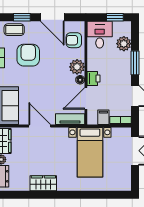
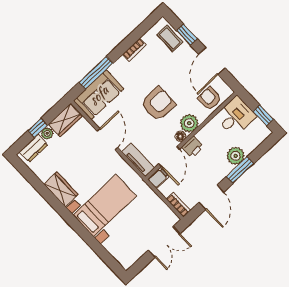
plant: (124, 44) -> (236, 156), moved
armchair: (28, 55) -> (158, 104), moved
door: (86, 98) -> (169, 157), swing flipped
filing cabinet: (103, 117) -> (158, 178), moved
bed with nightstands: (90, 152) -> (105, 206), moved, turned 180

